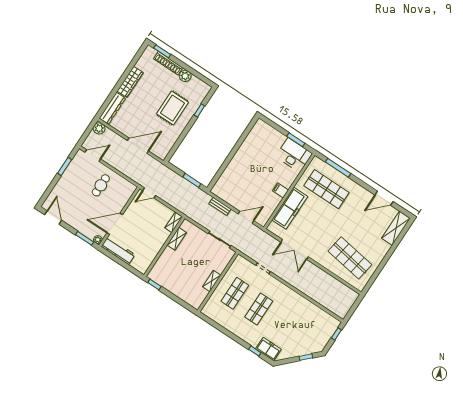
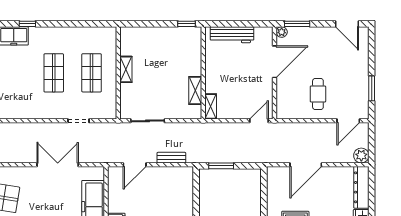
workbench: (118, 251) -> (232, 35), moved

